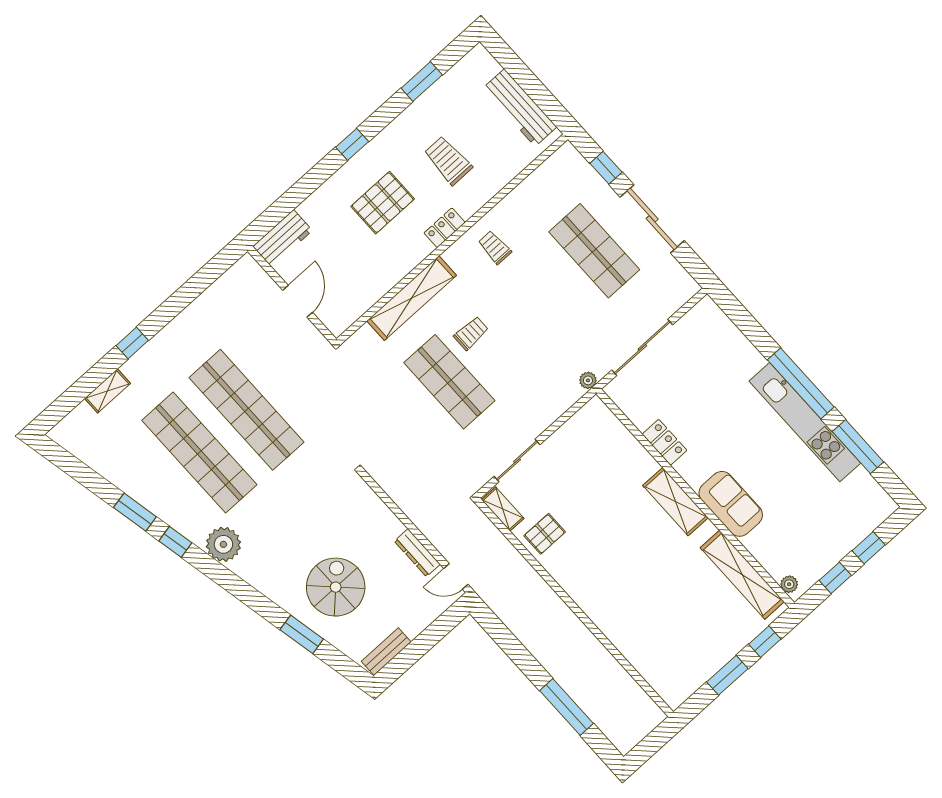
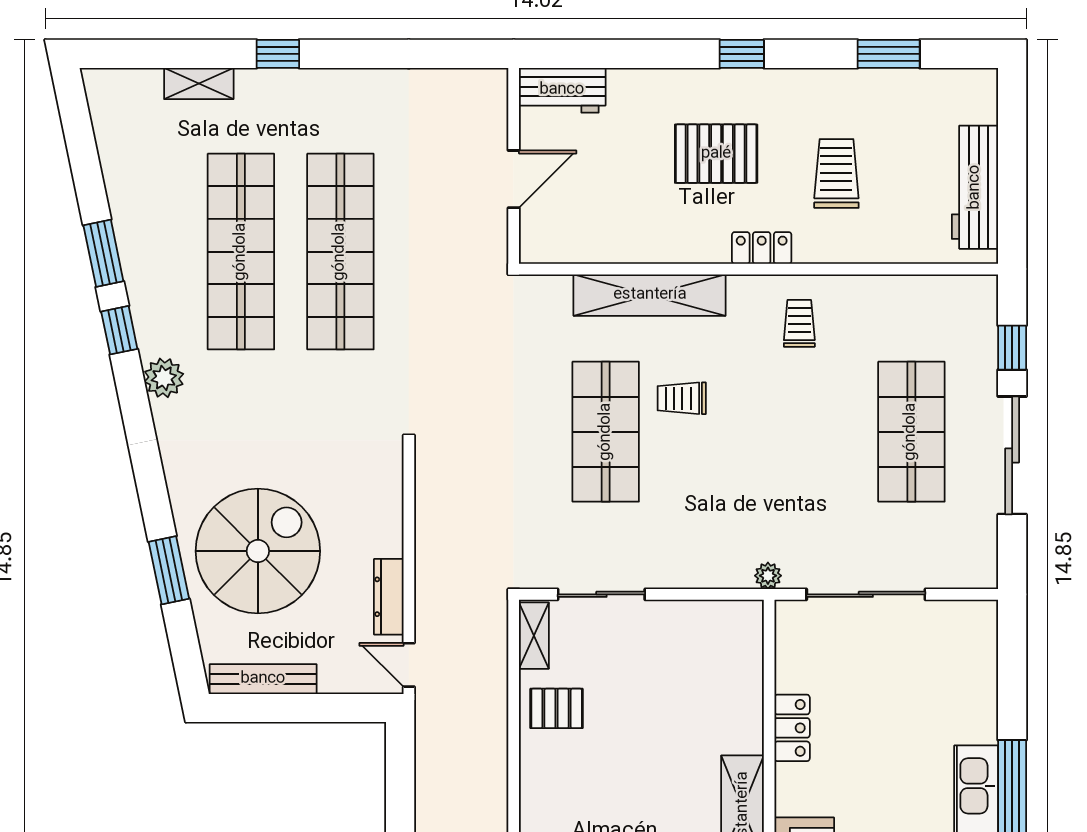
trolley: (471, 333) -> (682, 398), turned 180
plant: (223, 544) -> (164, 378), width x0.73, depth x0.73
spiral stairs: (336, 587) -> (258, 551), width x1.37, depth x1.37
bench: (386, 652) -> (263, 679), width x1.36

